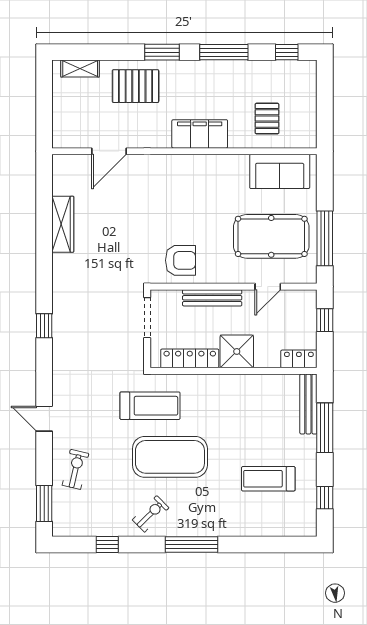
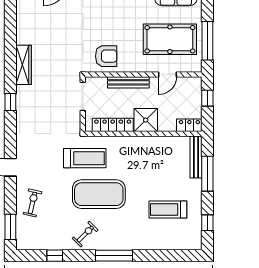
wardrobe: (63, 224) -> (24, 65), moved

